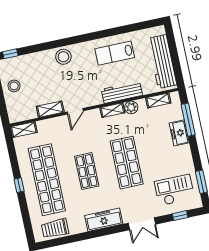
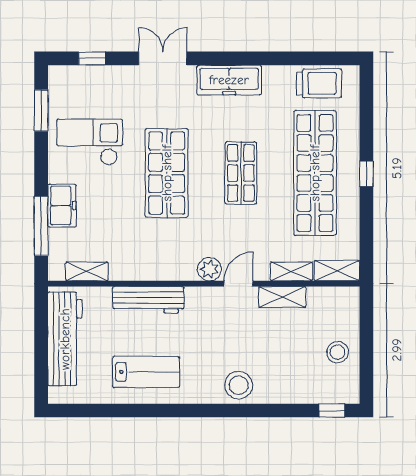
plant: (131, 107) -> (209, 269), moved
shelving: (112, 110) -> (291, 271), moved
checkout: (174, 190) -> (90, 142), moved, turned 180

